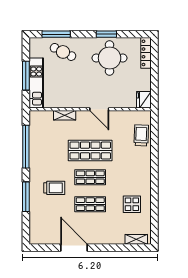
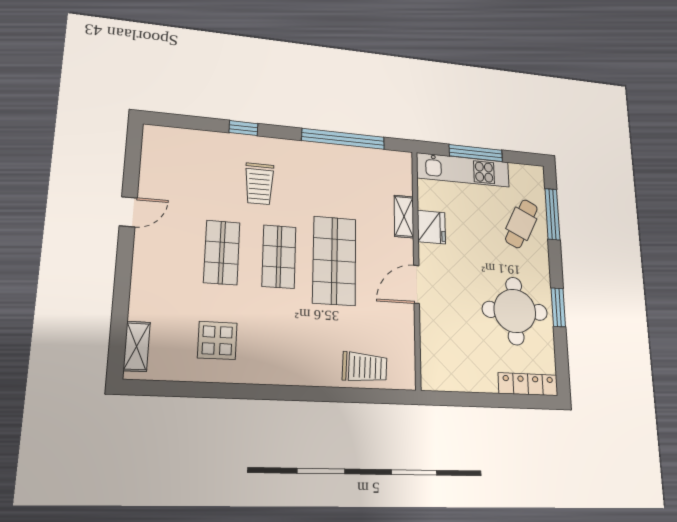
fridge: (144, 100) -> (431, 227), moved, turned 90
window: (26, 197) -> (243, 128), width x0.46
door: (74, 248) -> (128, 212), width x0.53

